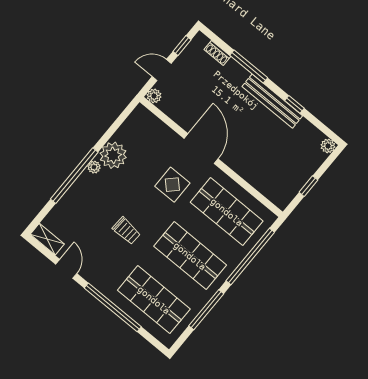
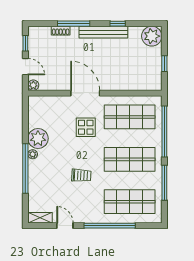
shoe rack: (217, 53) -> (61, 31), moved
door: (162, 70) -> (25, 67), swing flipped
plant: (328, 146) -> (152, 36), width x1.88, depth x1.88

